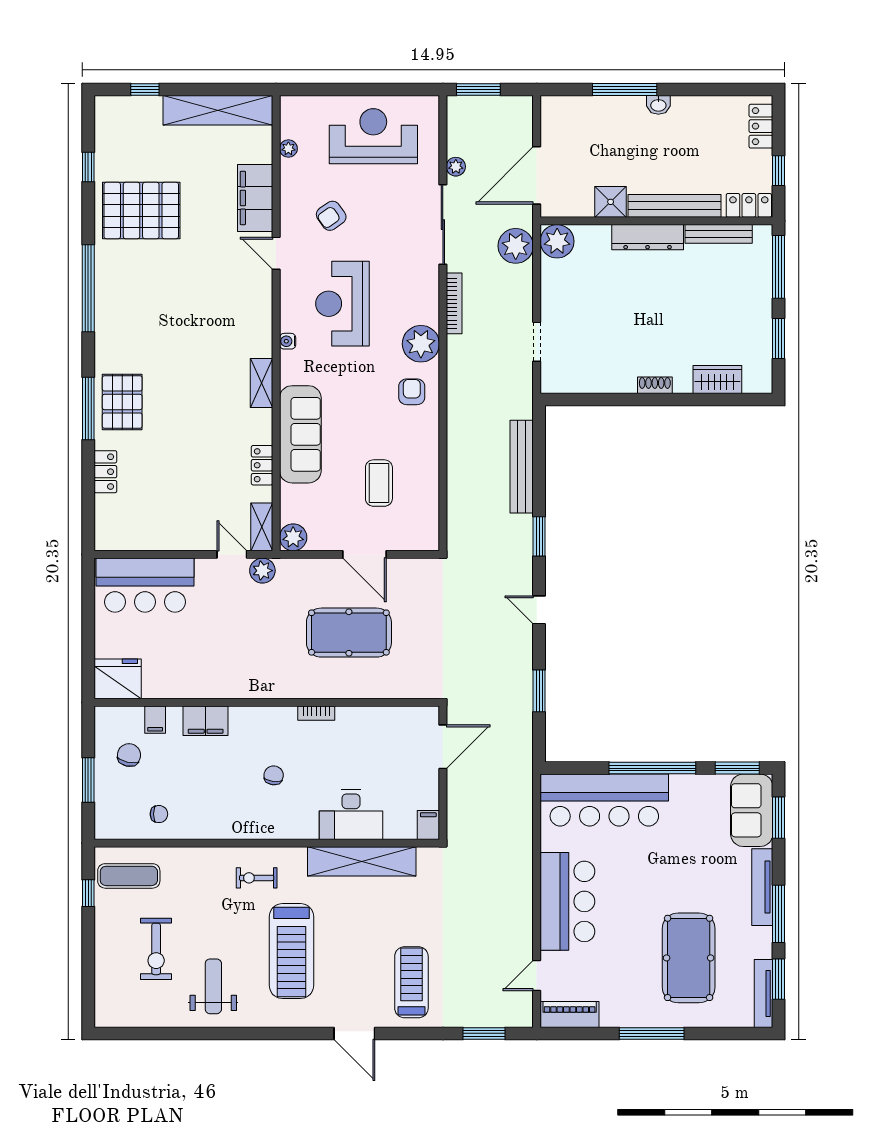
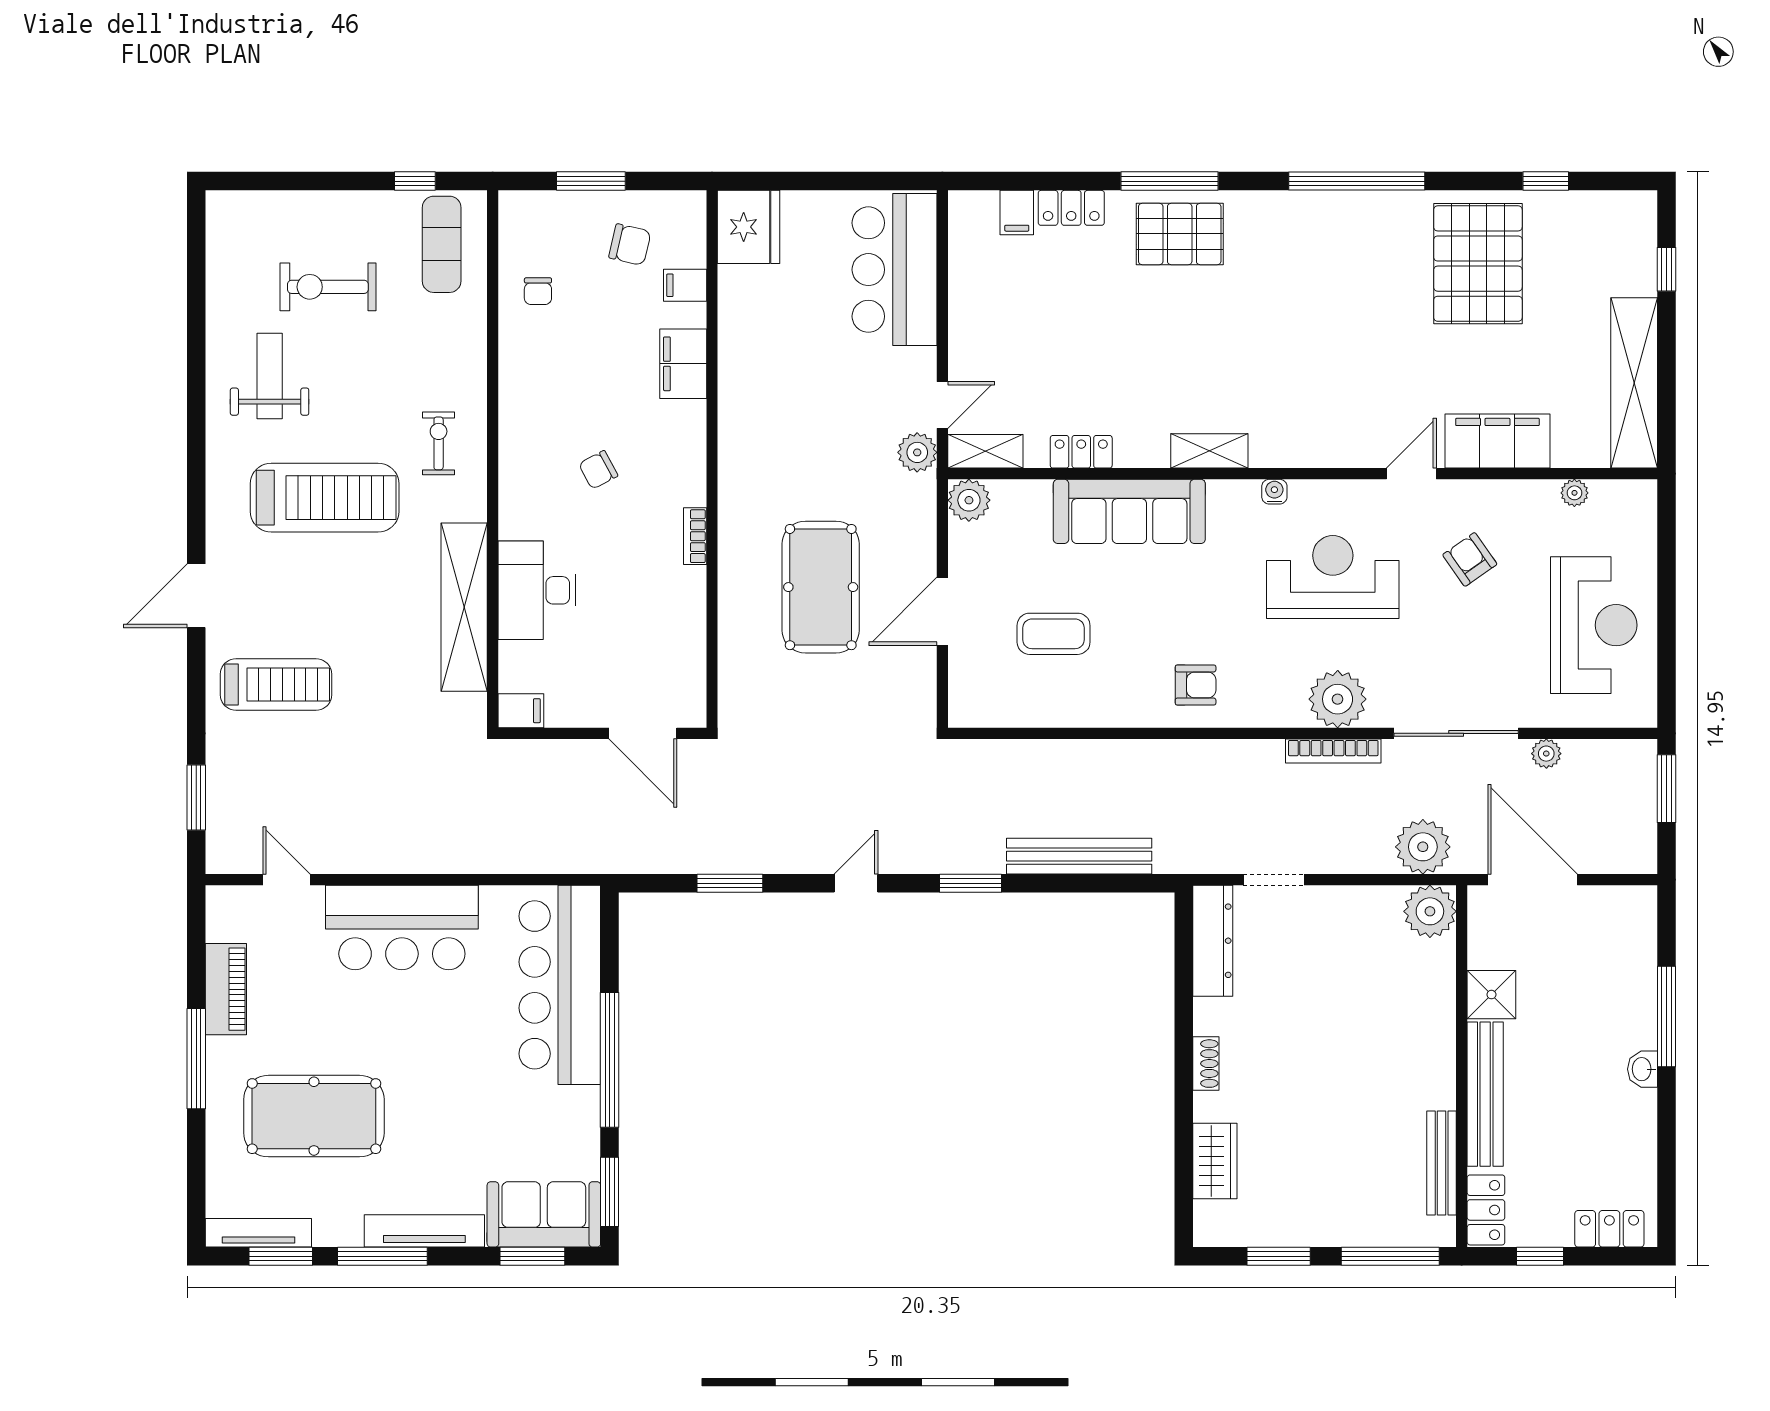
dresser: (648, 237) -> (1213, 941), moved, turned 180
plant: (421, 344) -> (1338, 699), moved
filing cabinet: (108, 507) -> (1017, 213), added
chair: (274, 775) -> (598, 470), turned 144
treadmill: (291, 951) -> (325, 498), turned 180
weight bench: (213, 986) -> (270, 376), turned -90
piano: (570, 1014) -> (226, 989), moved

